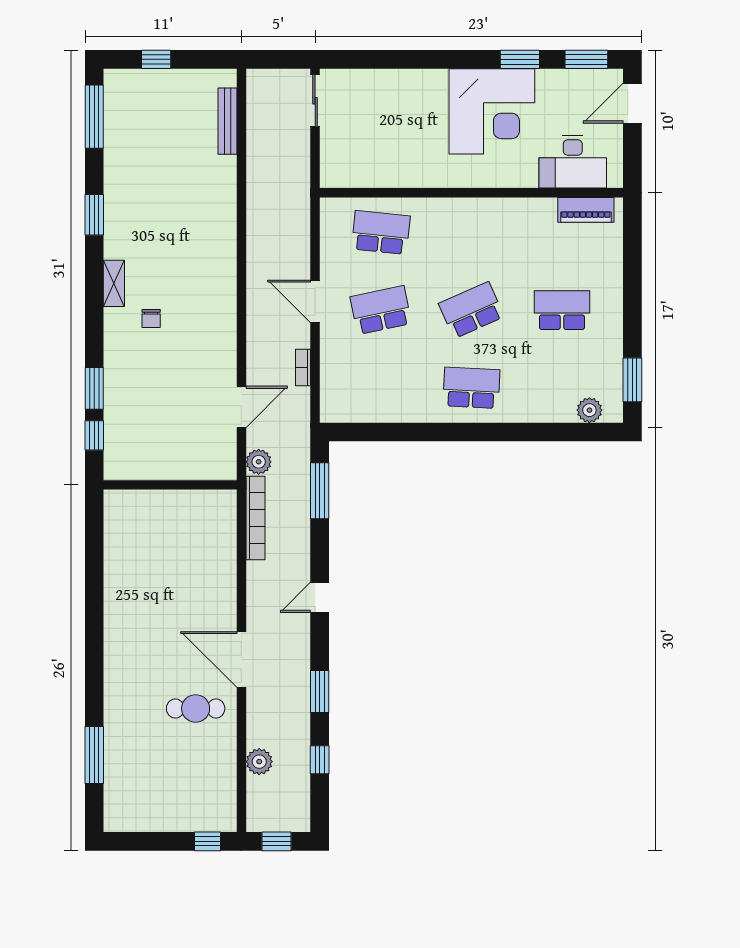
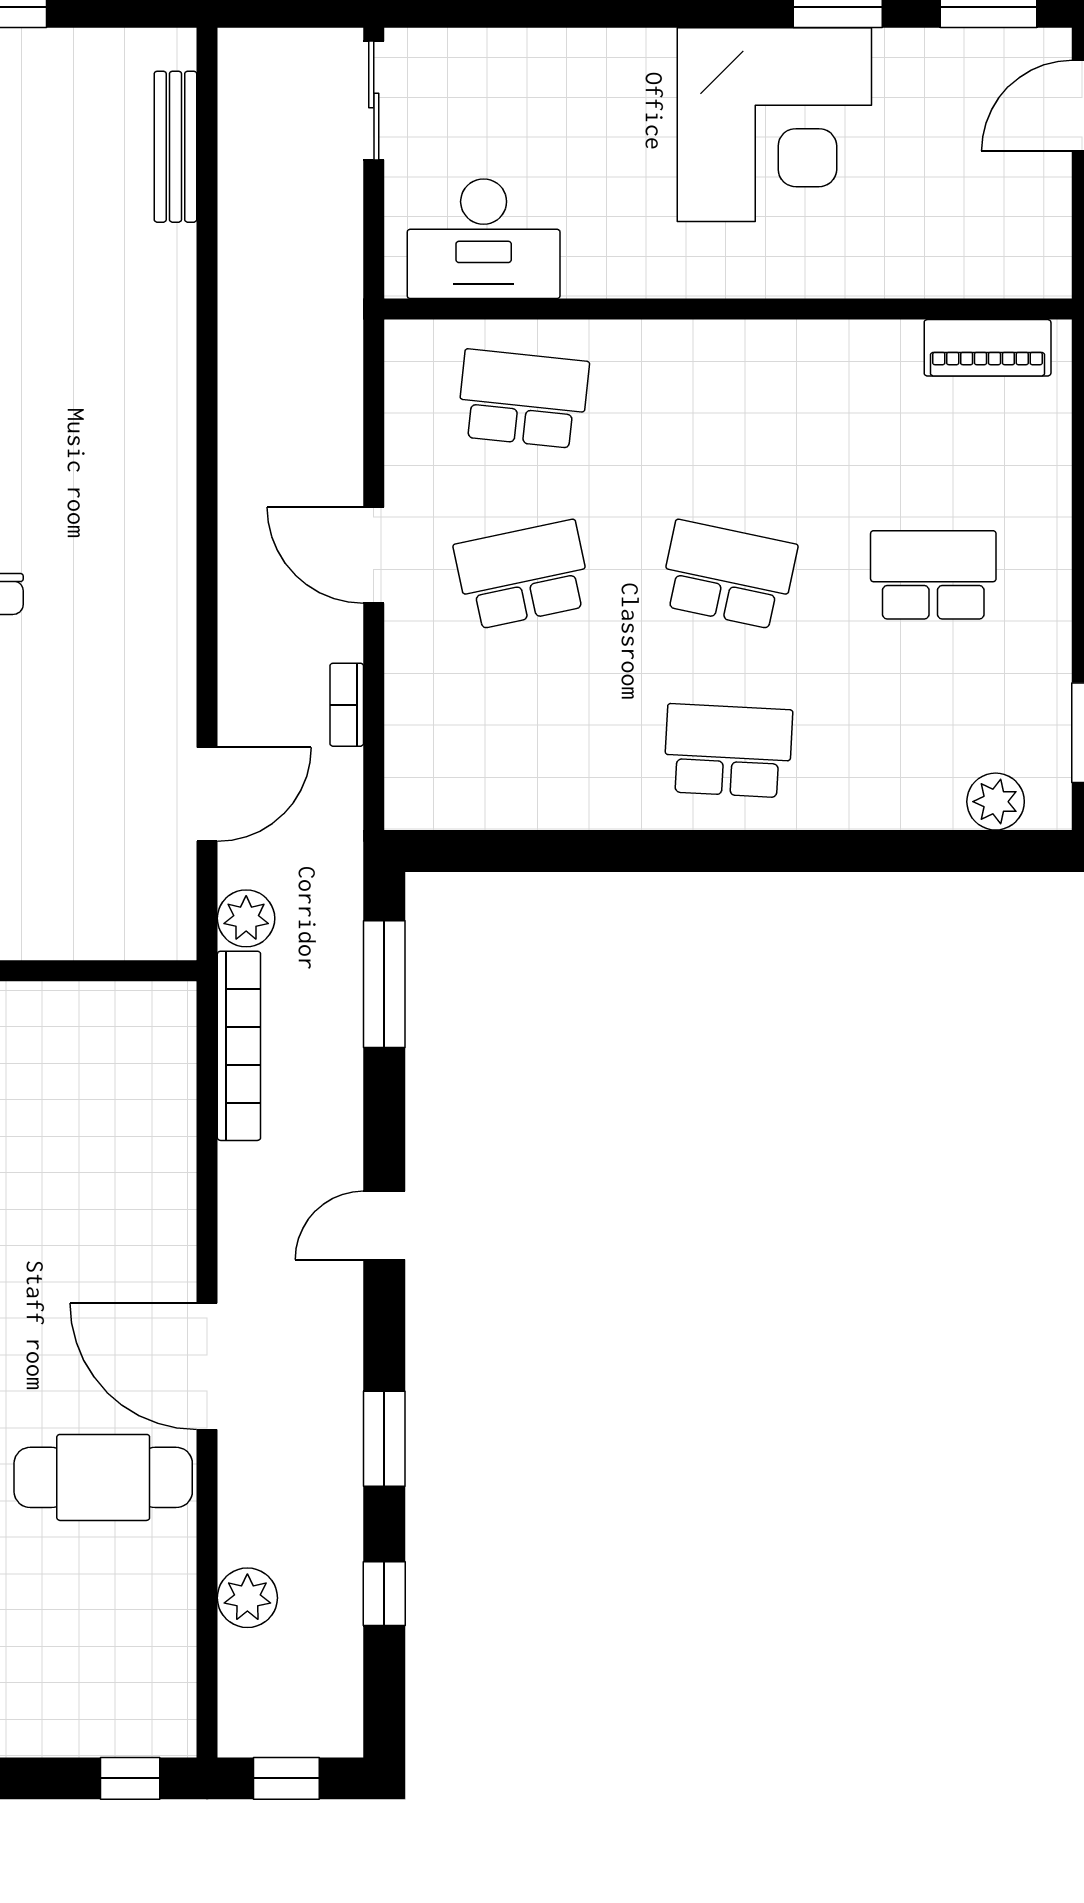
desk: (573, 162) -> (484, 239), moved
school desk: (471, 310) -> (728, 575), turned 36
cafe table: (196, 708) -> (103, 1477), width x1.37, depth x1.35

